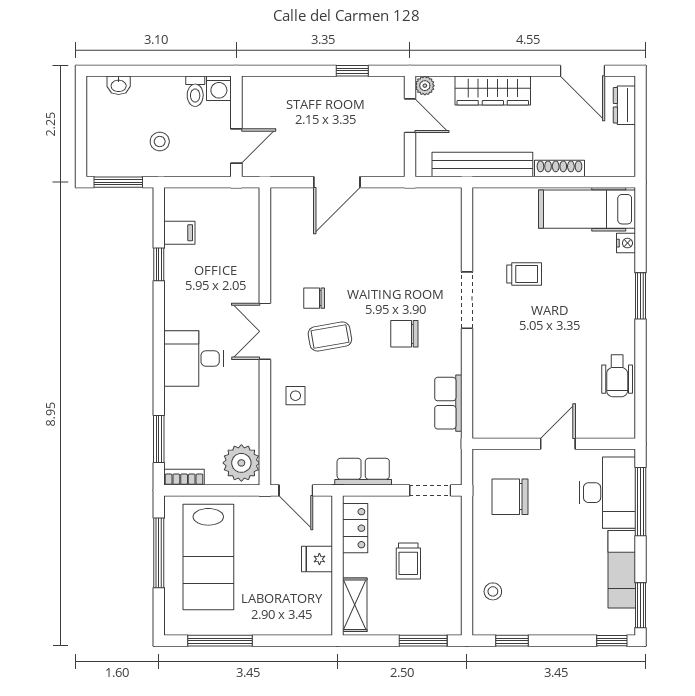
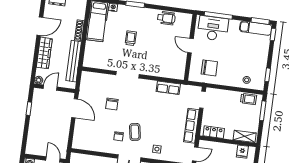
door: (582, 71) -> (40, 26), moved
door: (337, 182) -> (75, 108), moved
trolley: (524, 274) -> (131, 38), moved
chair: (404, 334) -> (112, 104), moved
row of seats: (363, 472) -> (191, 126), width x1.48
chair: (510, 497) -> (209, 68), turned -90
fridge: (317, 559) -> (242, 152), moved
trolley: (408, 561) -> (249, 99), moved
exam couch: (622, 569) -> (256, 28), moved

